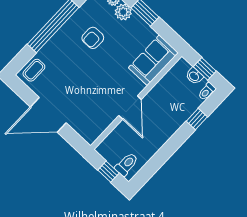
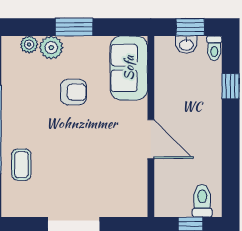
armchair: (93, 38) -> (73, 92), moved, turned -90
coffee table: (34, 70) -> (21, 165), moved

